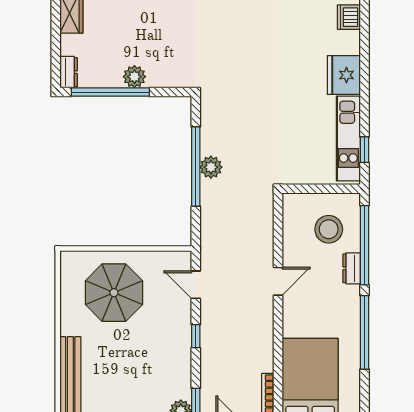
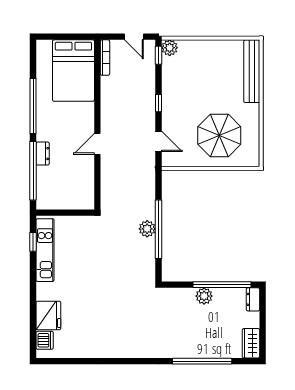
fridge: (344, 75) -> (48, 316), moved
stool: (329, 229) -> (60, 183), removed

